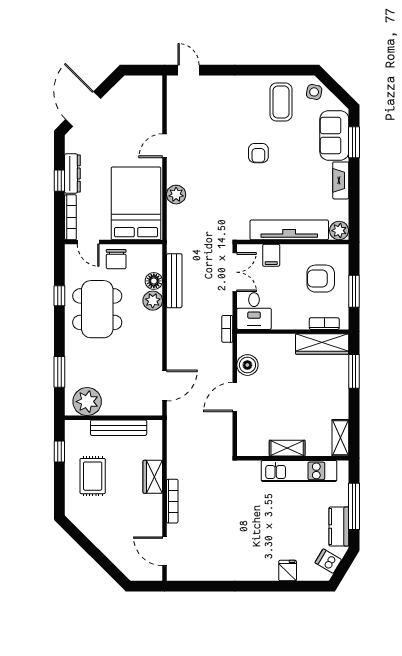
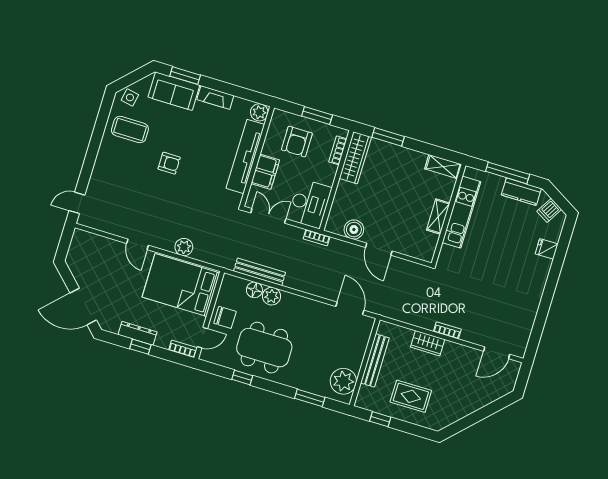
bookcase: (70, 217) -> (183, 349), width x0.64
filing cabinet: (271, 255) -> (265, 172), width x2.00
desk: (254, 311) -> (310, 204), width x1.37
bookcase: (172, 501) -> (447, 330), width x0.64

